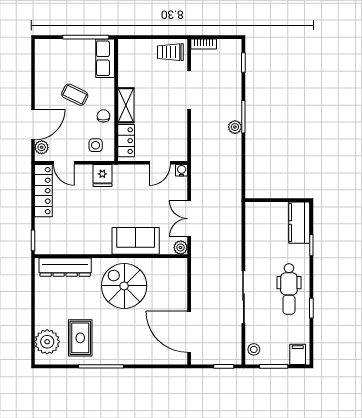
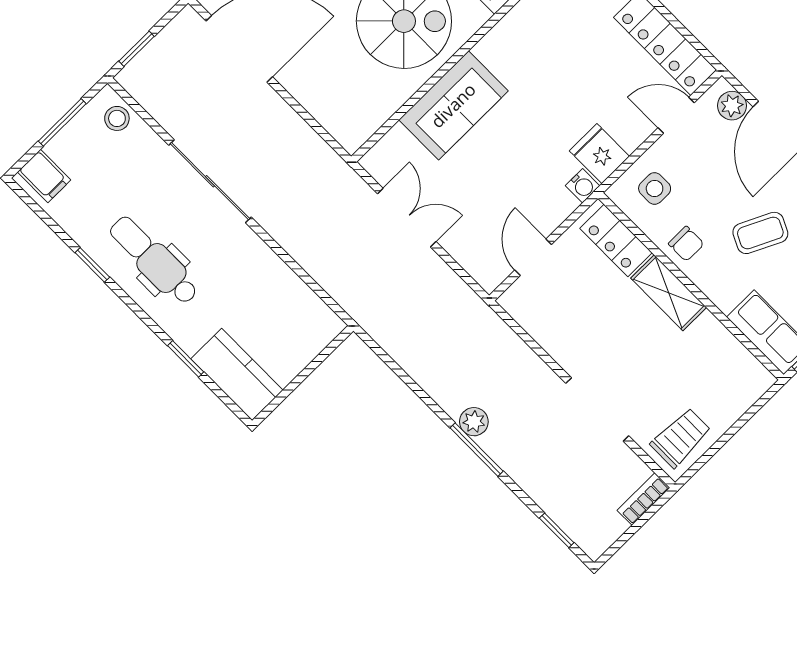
water cooler: (182, 170) -> (583, 186), moved
plant: (181, 248) -> (377, 162), removed

